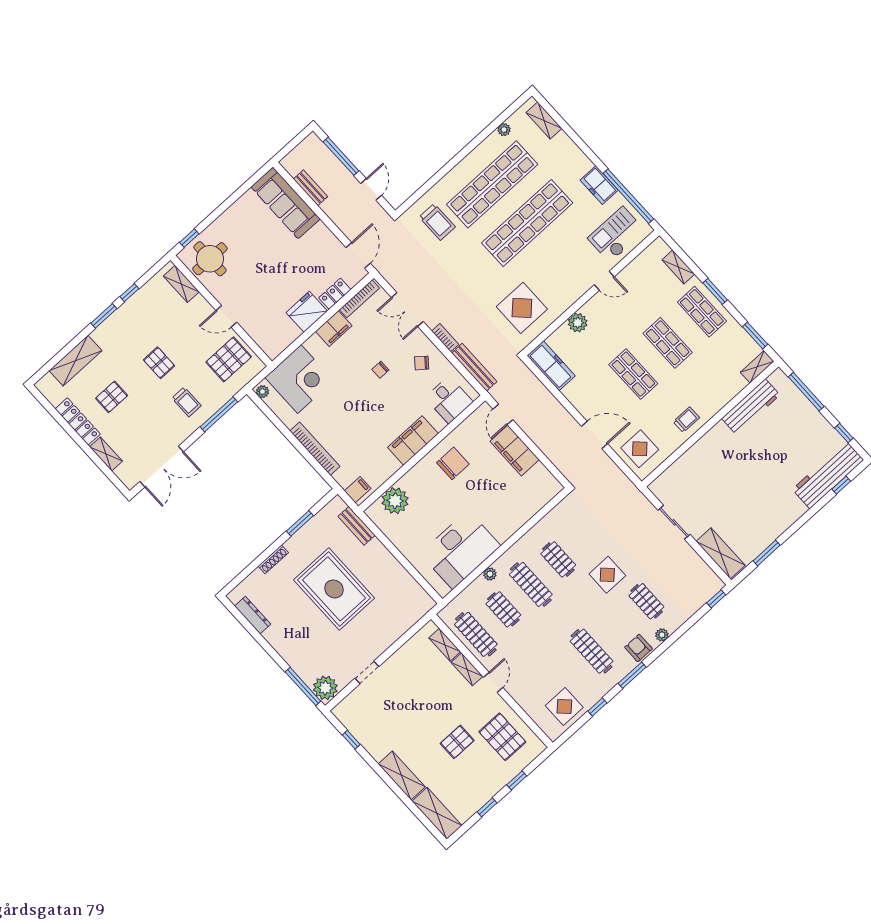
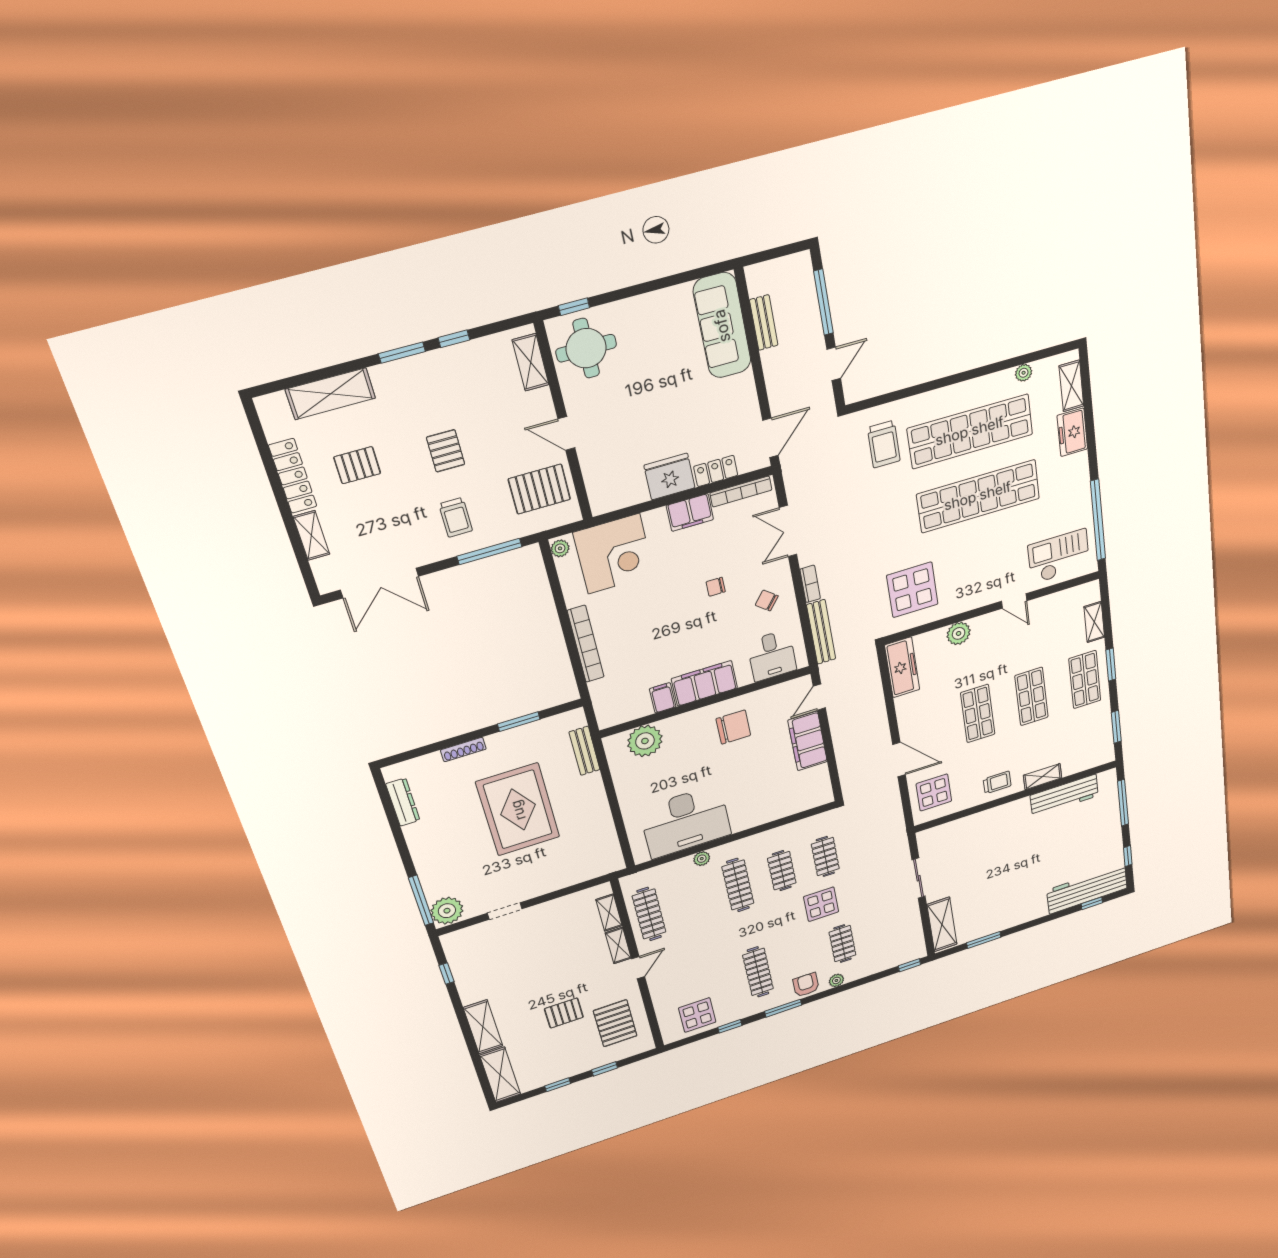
freezer: (599, 185) -> (1072, 432), moved
shelving: (757, 367) -> (1043, 777), moved
filing cabinet: (358, 490) -> (663, 698), moved, turned -90
clothes rail: (503, 609) -> (825, 857), moved

